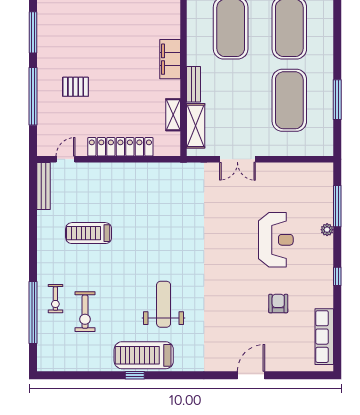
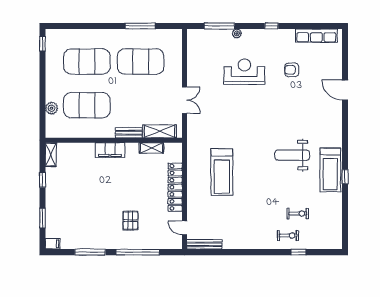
treadmill: (89, 233) -> (222, 172), moved, width x1.37, depth x1.38
window: (33, 312) -> (298, 252), width x0.32
exercise bike: (85, 312) -> (298, 214), width x0.73, depth x0.72

